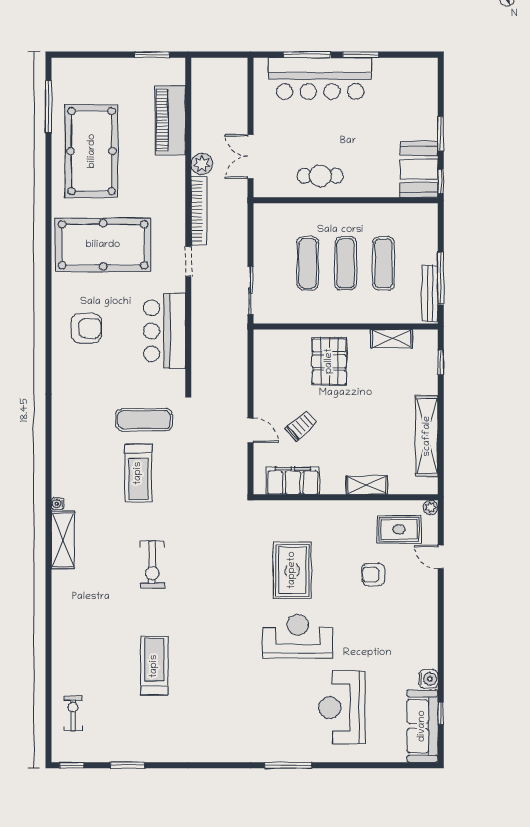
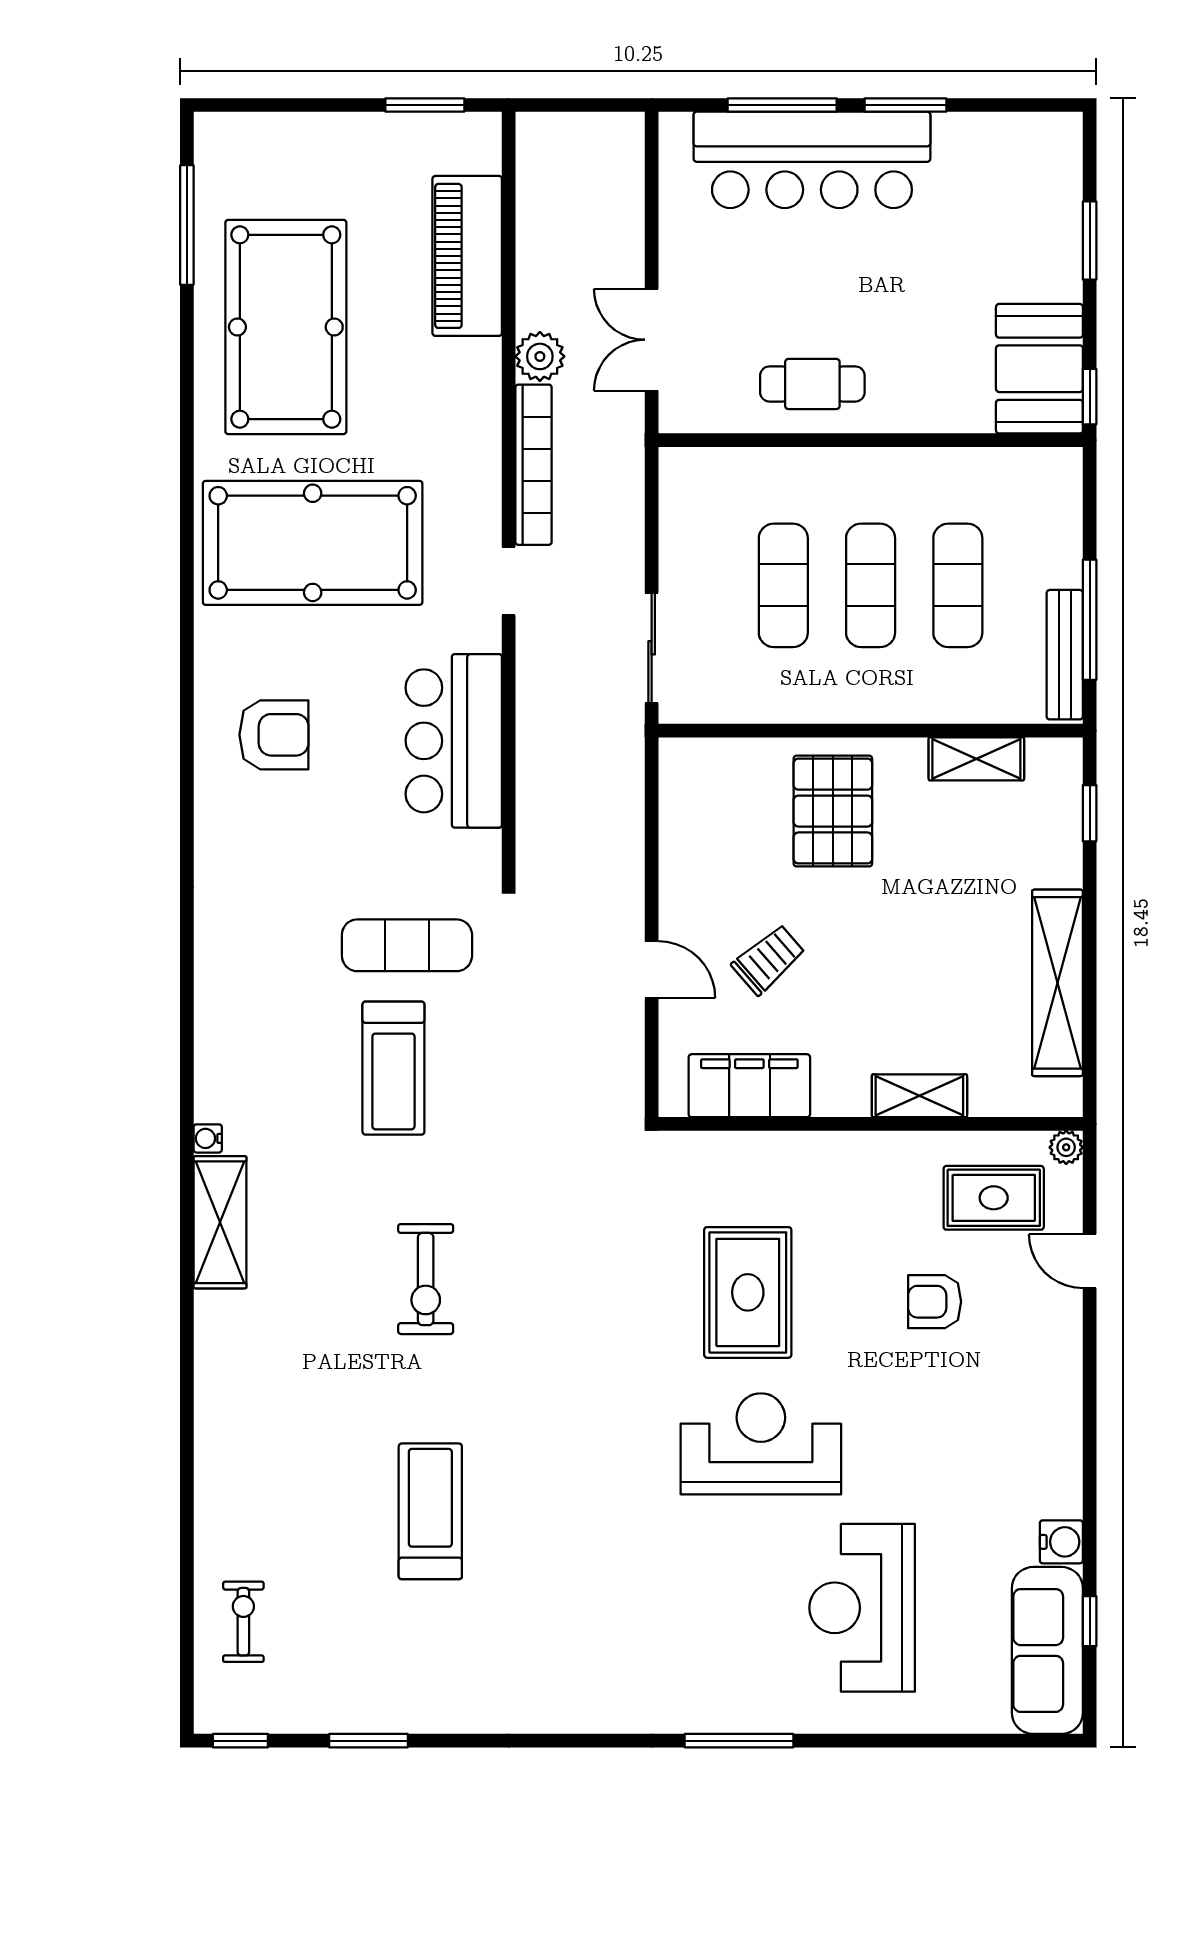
window: (441, 134) -> (1090, 241), moved

